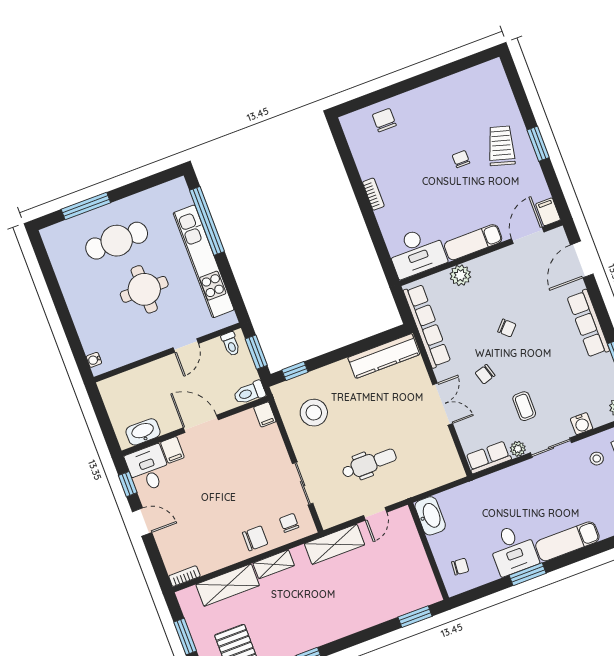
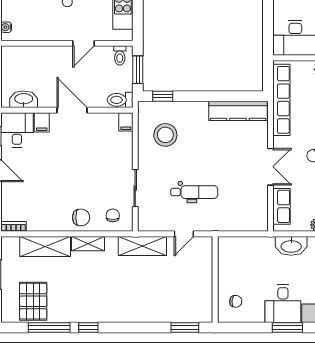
row of seats: (488, 457) -> (282, 206), moved, turned 90
washbasin: (430, 516) -> (291, 246), moved, turned 90

